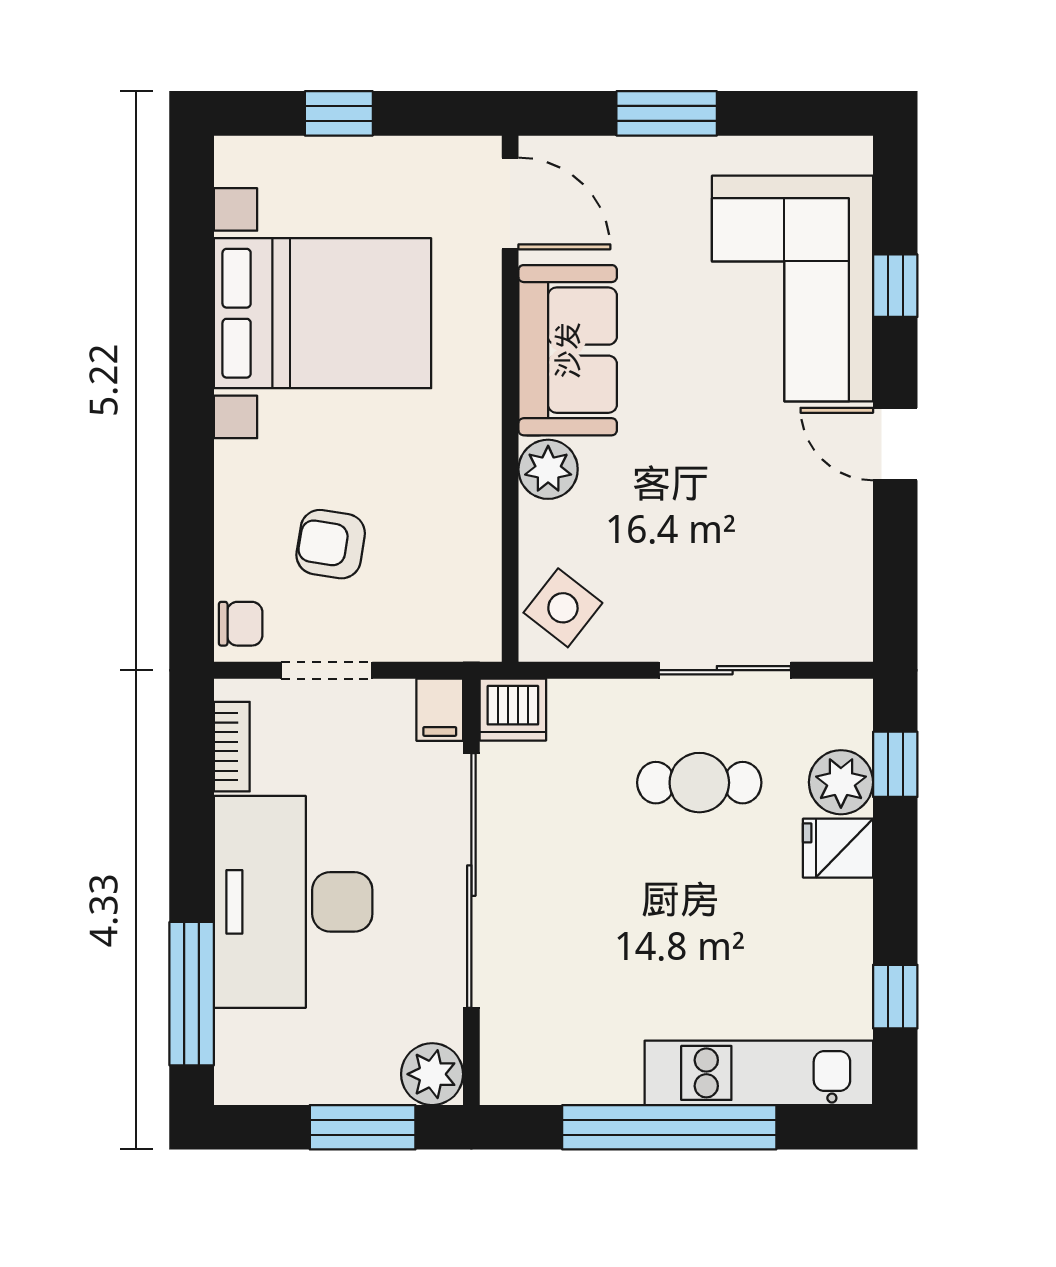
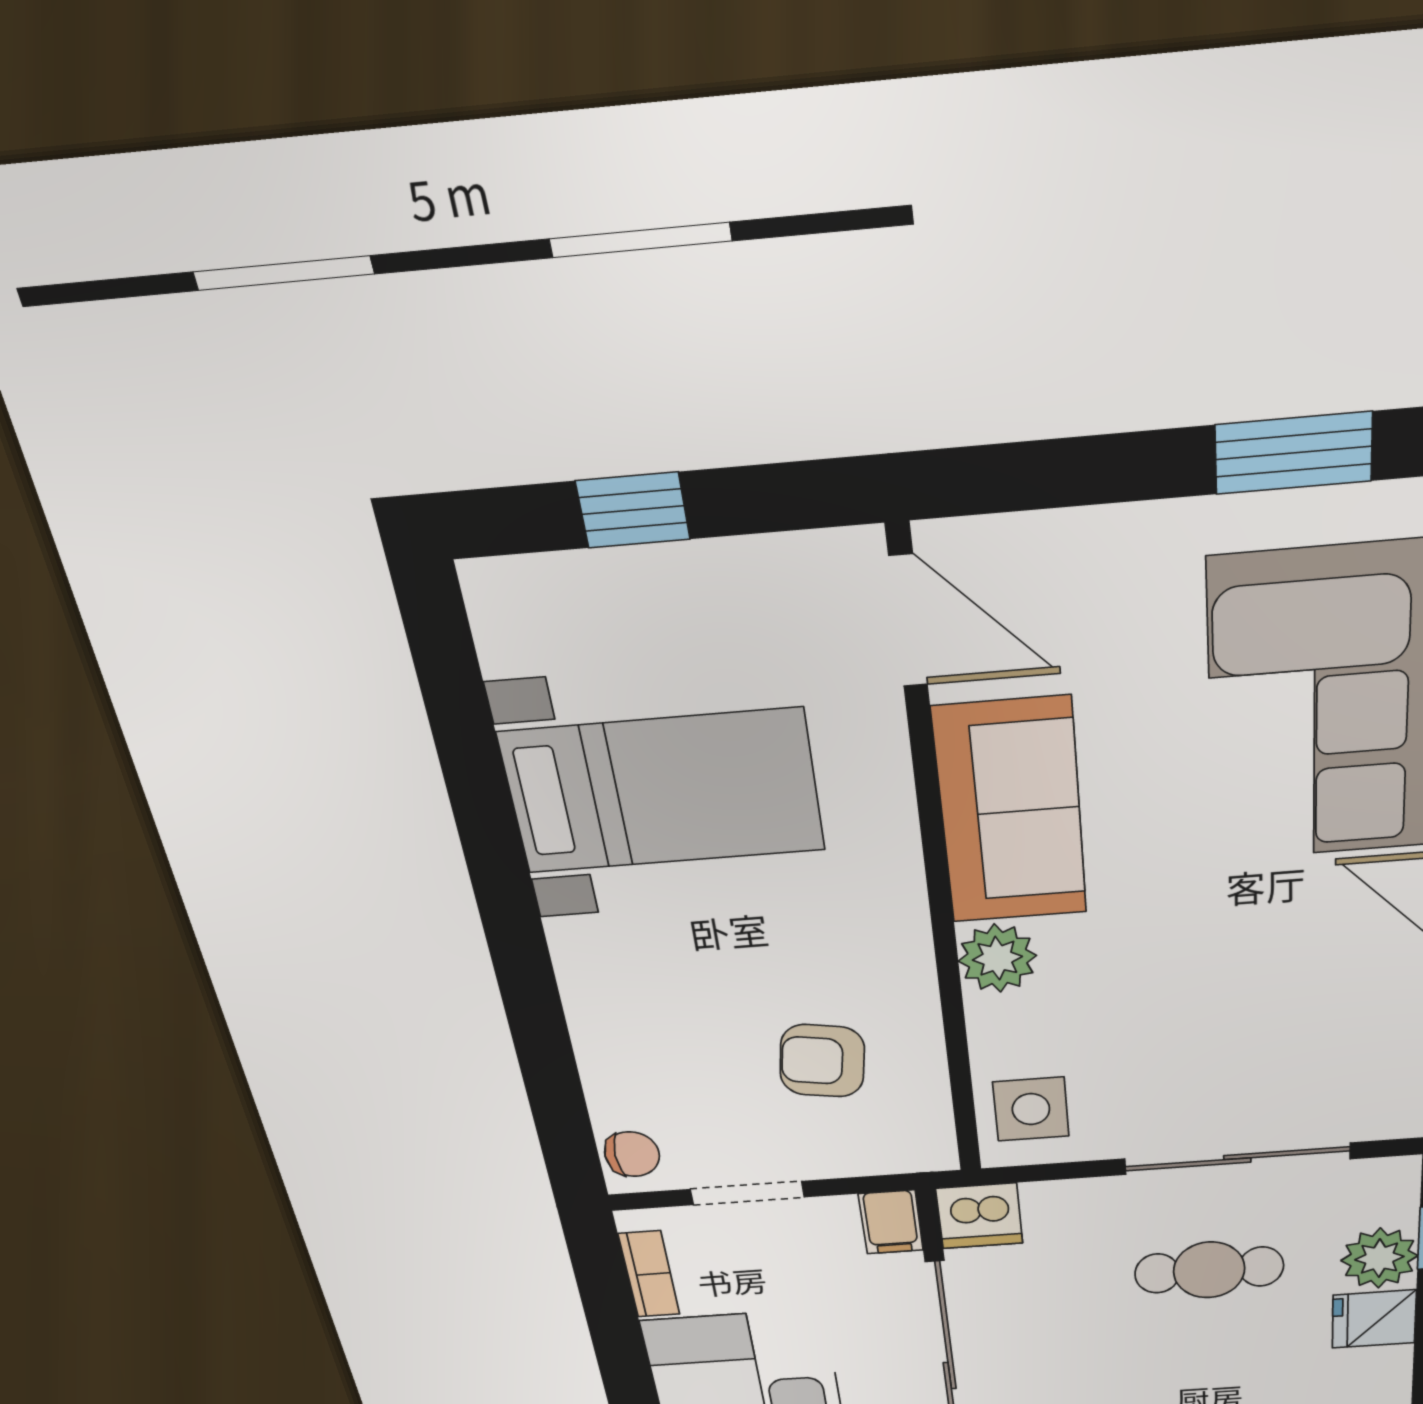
window: (667, 113) -> (1294, 453), moved
bed with nightstands: (322, 313) -> (663, 791), width x0.73
armchair: (331, 544) -> (822, 1061), moved
side table: (563, 608) -> (1031, 1109), turned -38
sliding door: (725, 670) -> (1237, 1159), width x1.37

